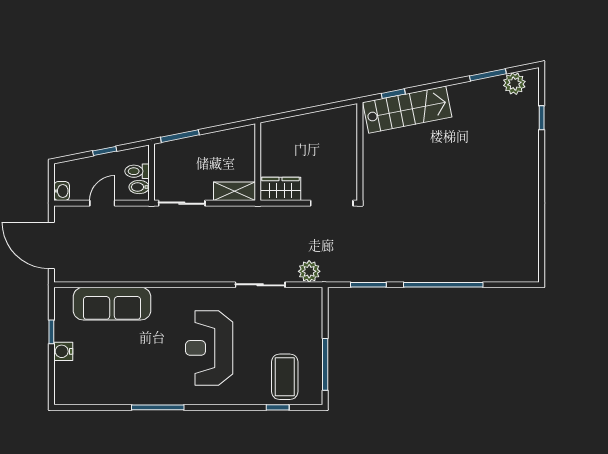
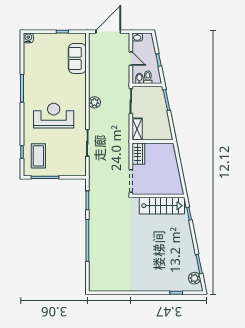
stairs: (407, 110) -> (162, 206), moved, turned -79
plant: (309, 271) -> (94, 102), moved
sofa: (112, 304) -> (77, 58), width x0.73
water cooler: (63, 351) -> (28, 38), moved
coffee table: (285, 377) -> (38, 156), turned 90

